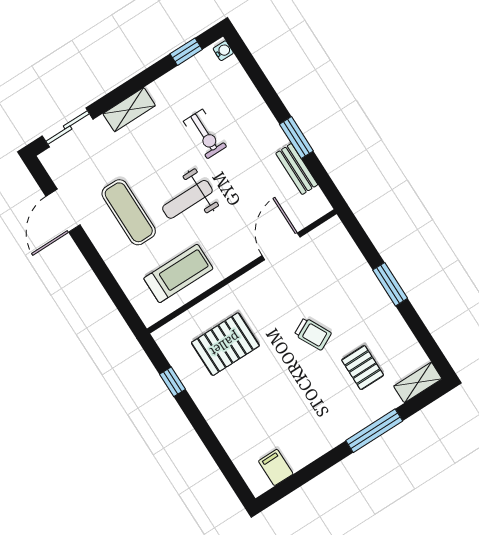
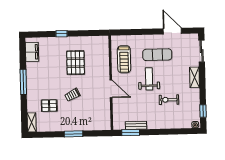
window: (296, 138) -> (131, 133), moved
door: (281, 246) -> (111, 89), moved
pallet: (225, 344) -> (76, 63), moved
window: (172, 382) -> (62, 34), moved
window: (374, 431) -> (23, 82), moved
filing cabinet: (276, 467) -> (32, 52), width x2.00

